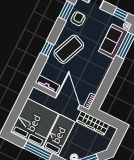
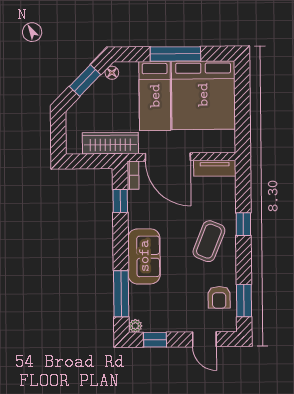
sofa: (113, 41) -> (144, 256), moved
coffee table: (69, 49) -> (209, 241), width x0.73, depth x0.76
window: (103, 92) -> (120, 201), added

